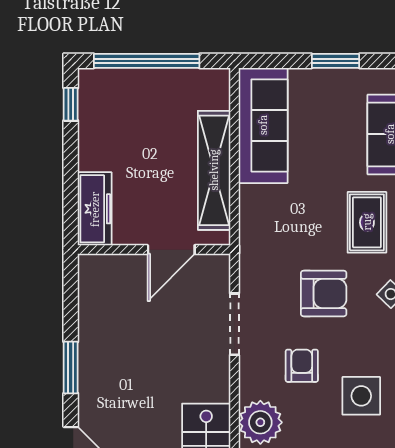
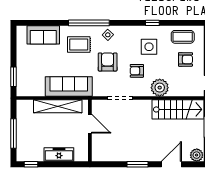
window: (147, 61) -> (13, 134), width x0.68
window: (336, 61) -> (13, 77), moved
sofa: (263, 125) -> (69, 86), moved
freezer: (95, 209) -> (59, 155), moved

